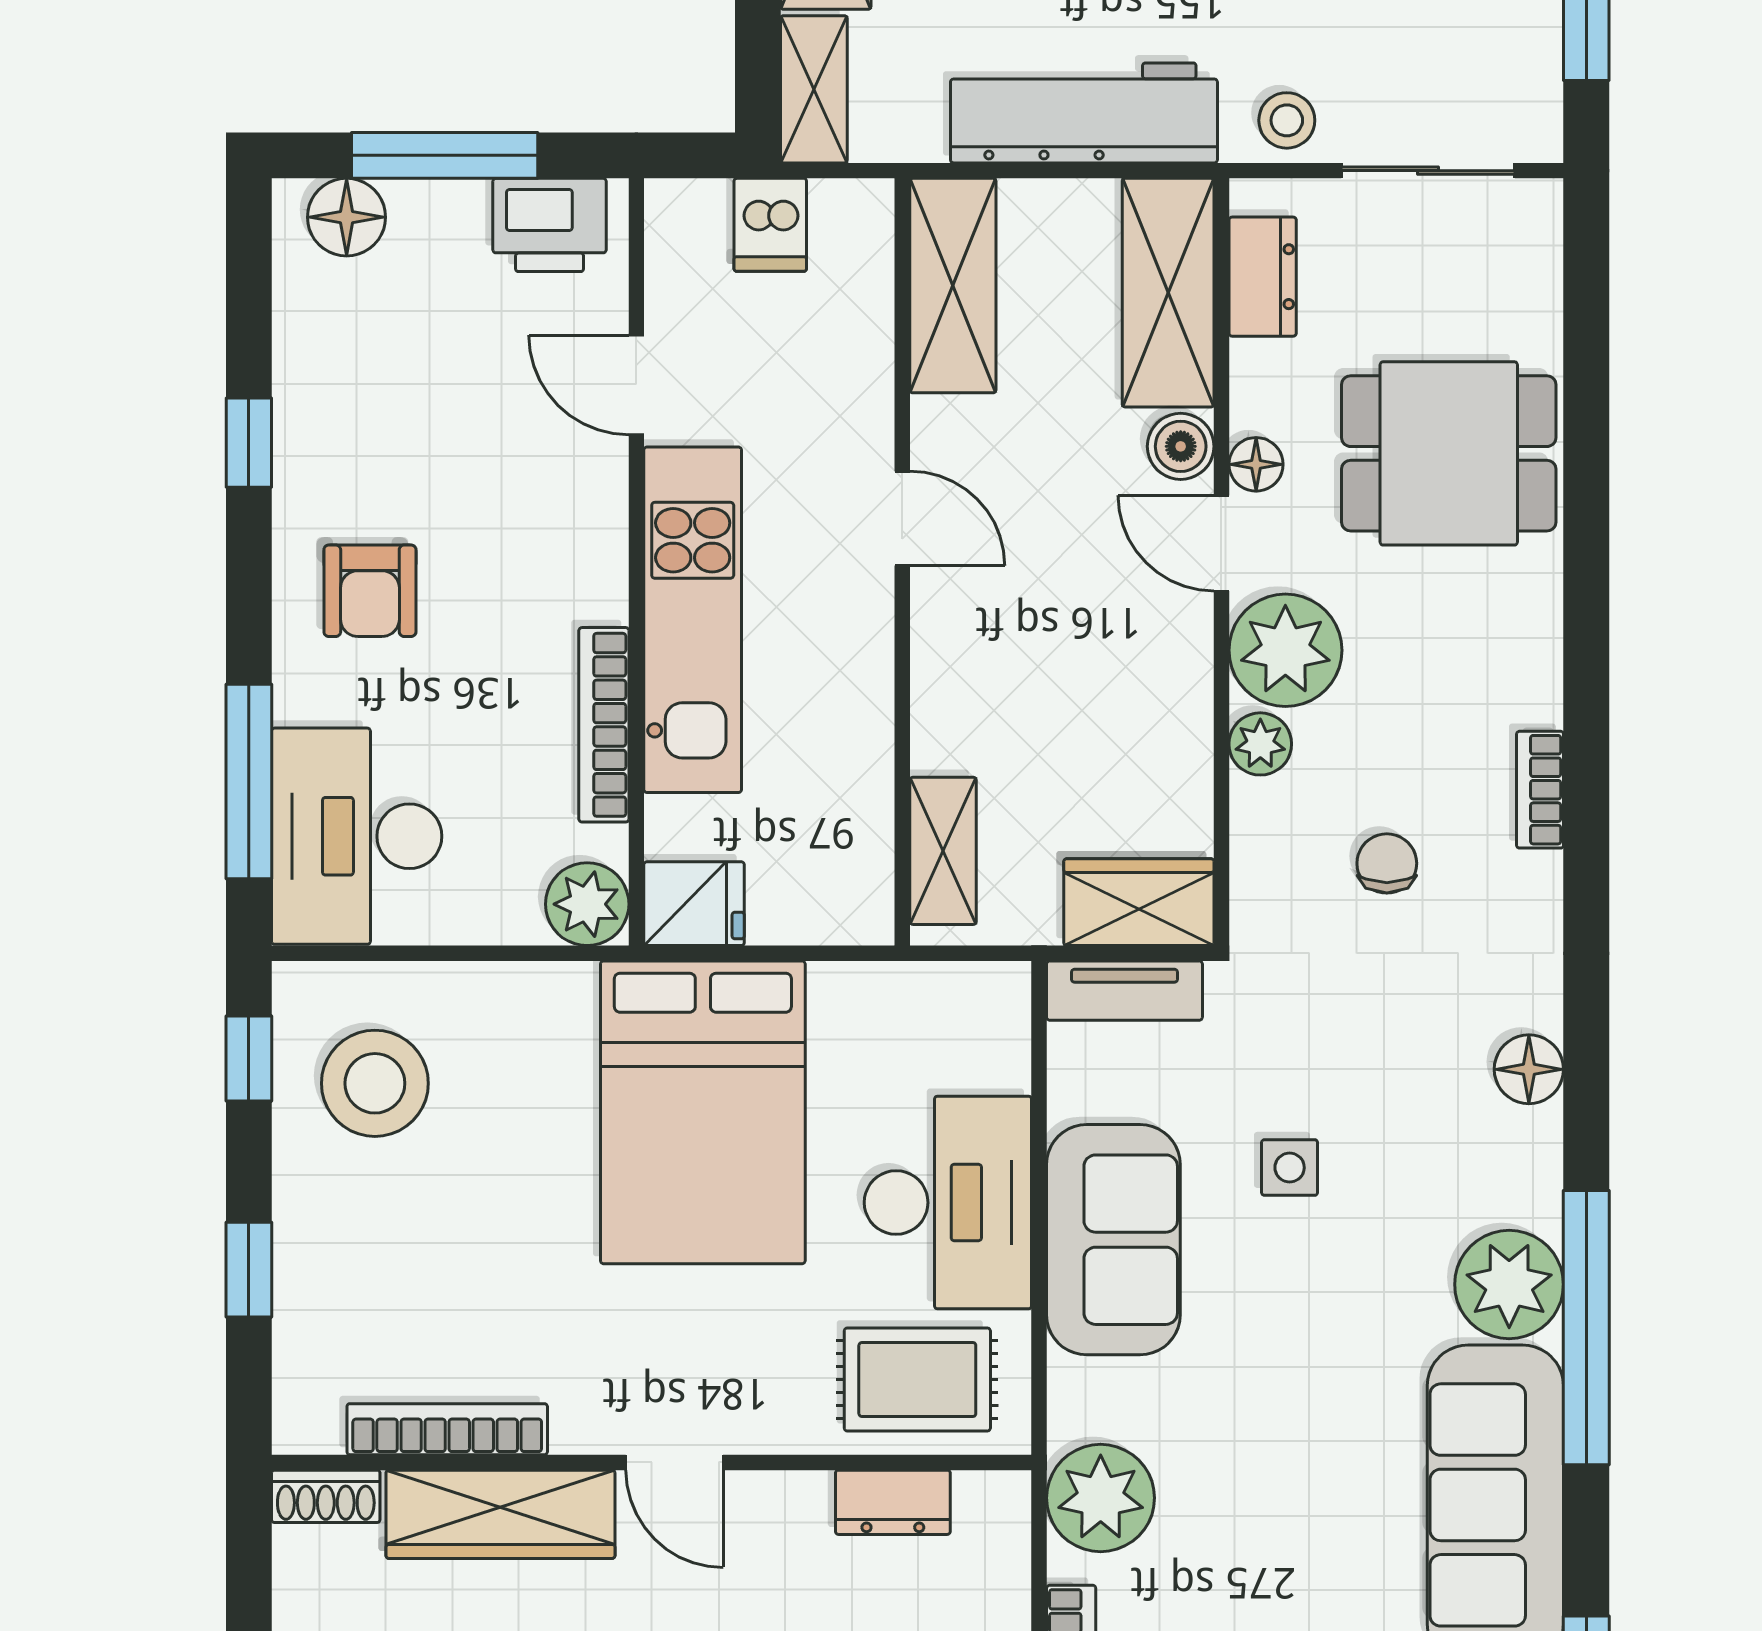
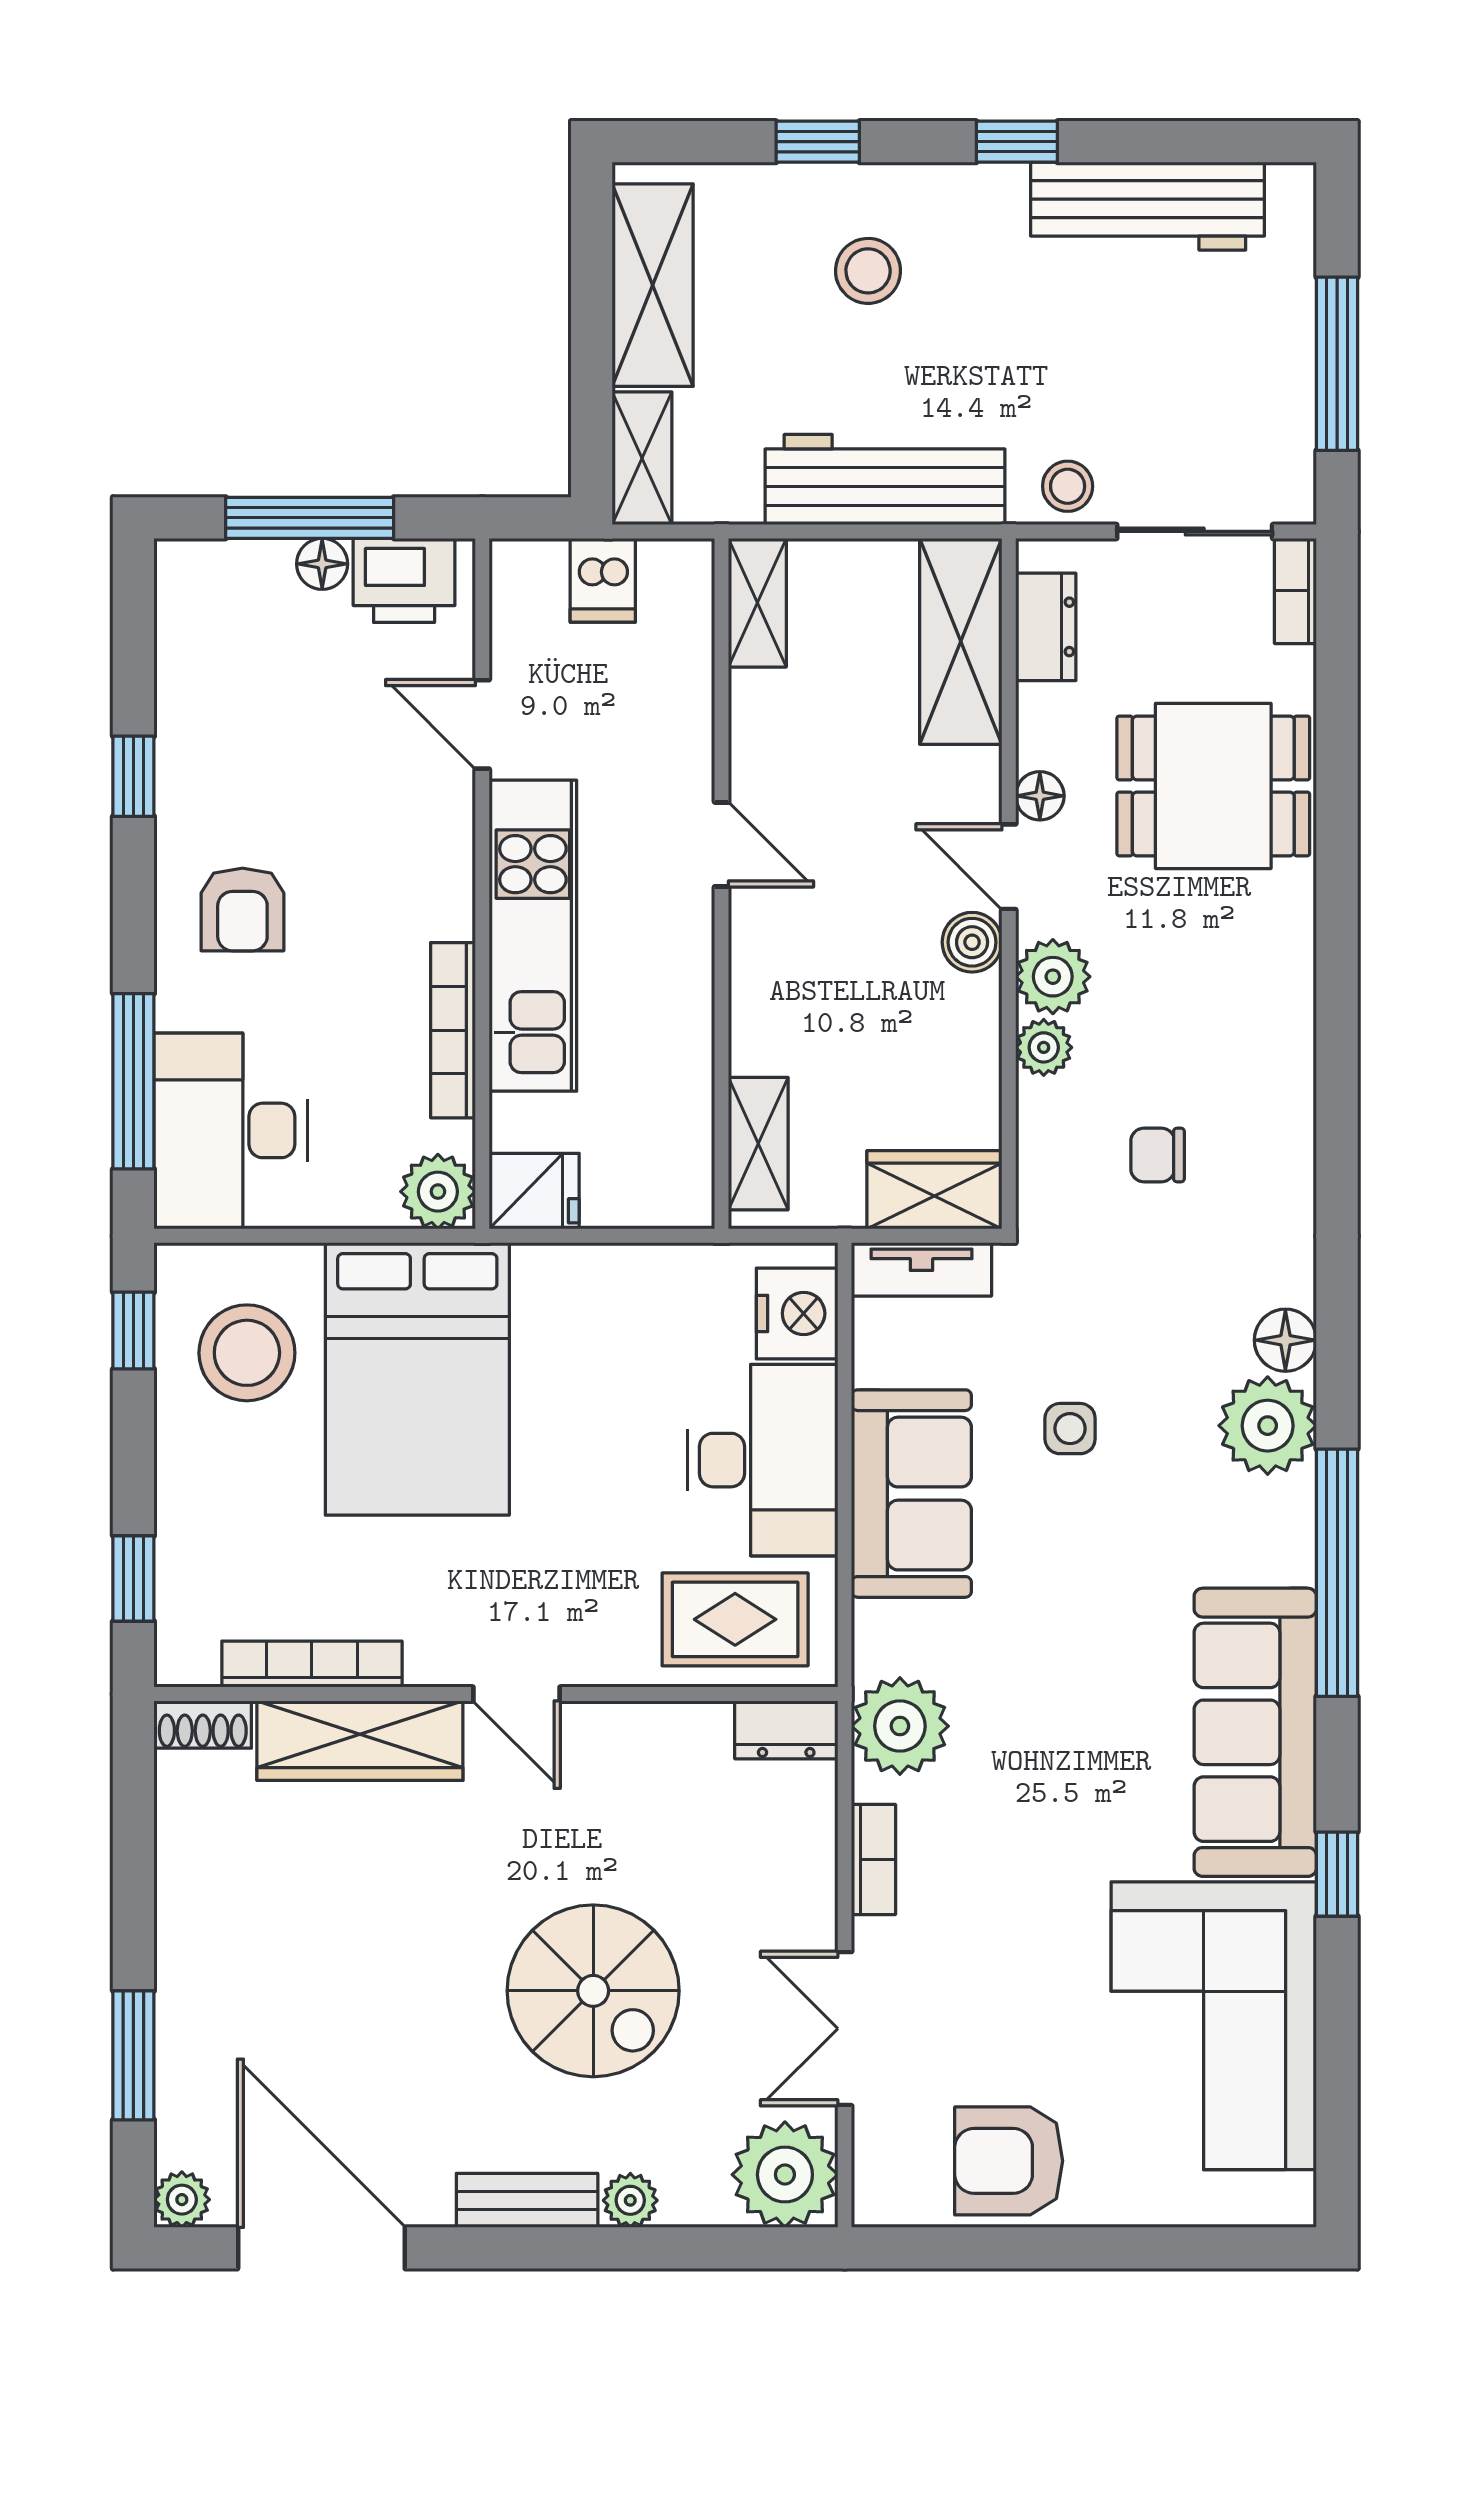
floor lamp: (347, 217) -> (322, 564), moved, width x0.73, depth x0.73
shelving: (953, 286) -> (757, 603), width x0.67, depth x0.75
boiler: (1181, 446) -> (972, 942), moved
plant: (1285, 650) -> (1053, 977), width x0.73, depth x0.73
bookcase: (1540, 790) -> (1295, 591), moved
chair: (1387, 863) -> (1158, 1155), turned -90
nightstand: (986, 1040) -> (797, 1313), added
bed: (703, 1112) -> (417, 1379), moved
window: (249, 1270) -> (133, 1579), moved
plant: (1509, 1284) -> (1268, 1426), moved
dresser: (893, 1502) -> (786, 1730), moved

